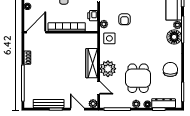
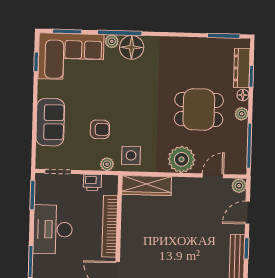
wardrobe: (92, 63) -> (147, 186), moved
chair: (170, 70) -> (186, 55), removed

